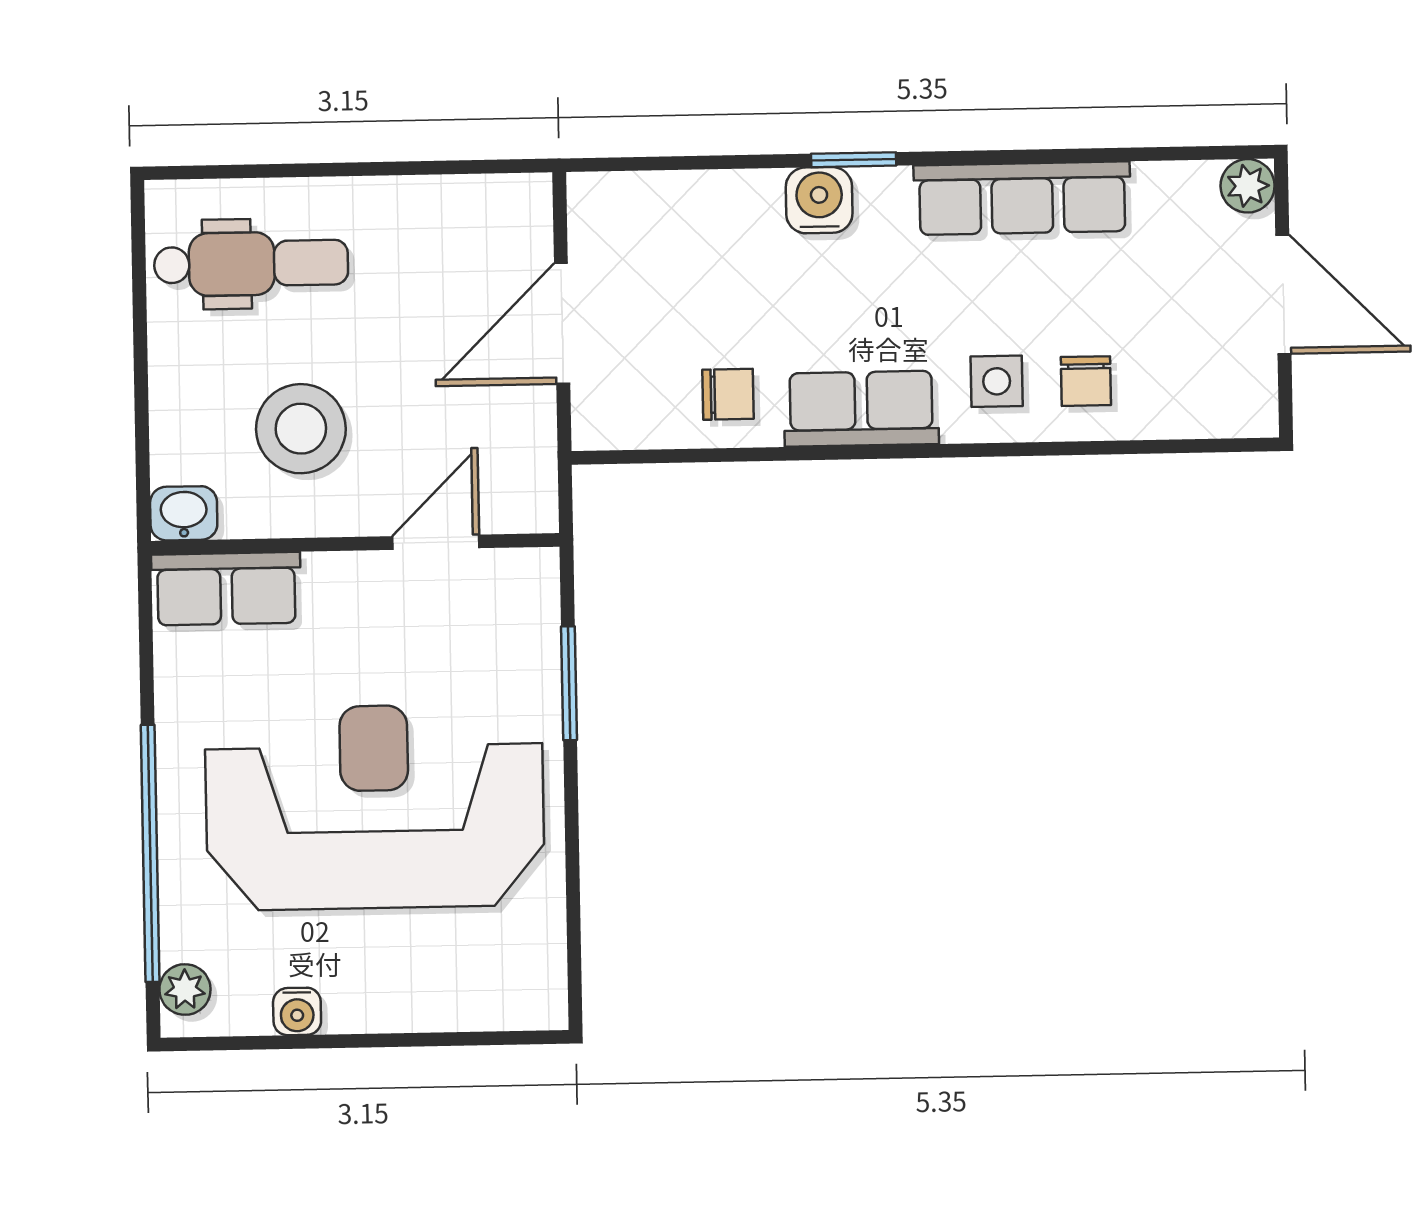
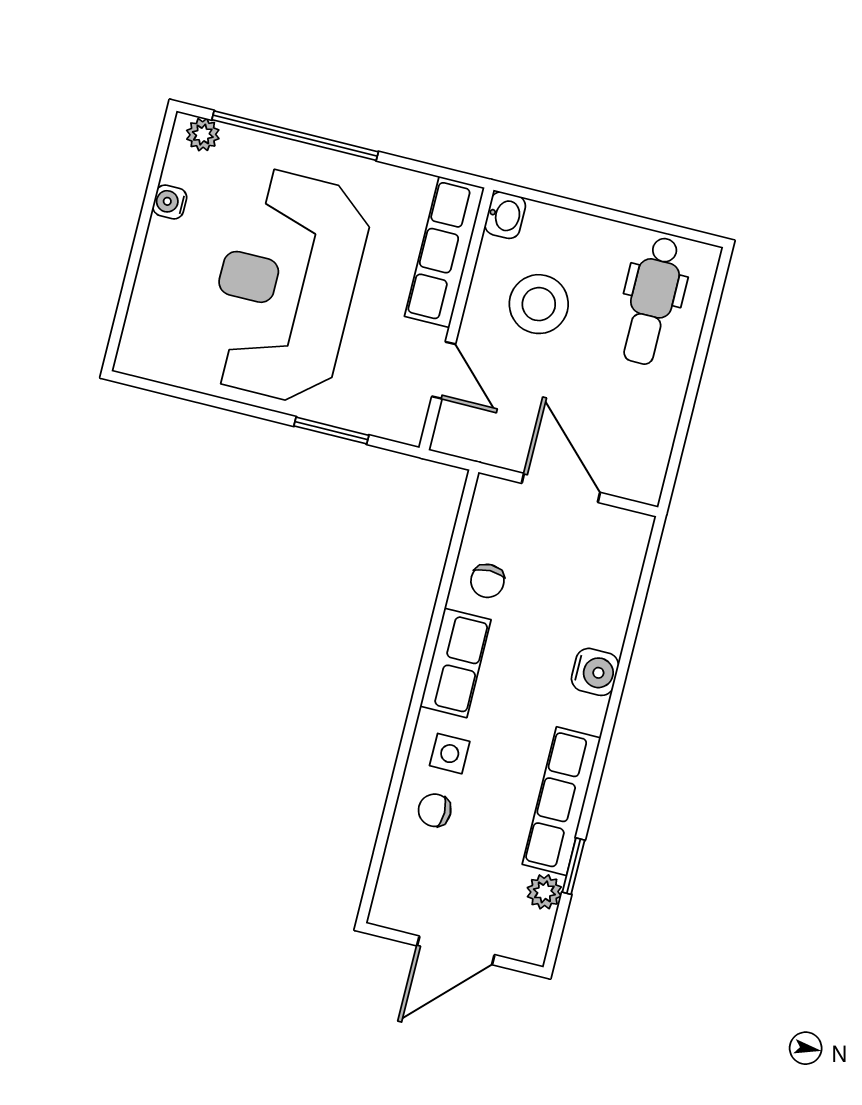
window: (854, 160) -> (574, 866), moved
plant: (1248, 186) -> (544, 892), moved
row of seats: (226, 589) -> (444, 252), width x1.48
reception desk: (375, 807) -> (286, 286), turned 180

